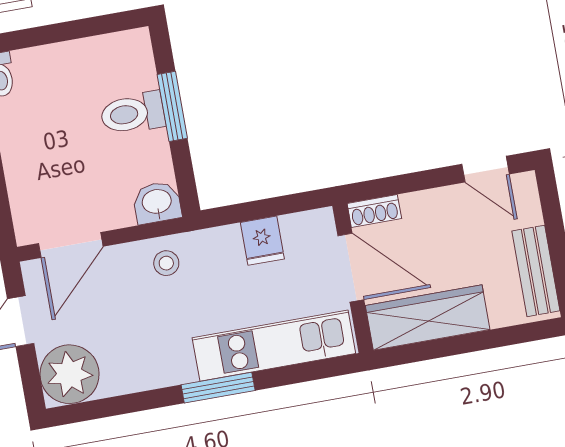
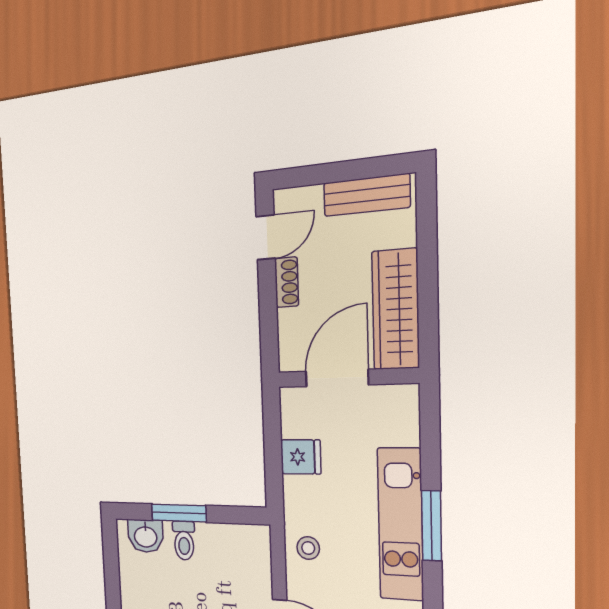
toilet: (133, 113) -> (184, 541), width x0.73, depth x0.72
washbasin: (157, 203) -> (146, 536), moved, turned -90
shoe rack: (374, 211) -> (287, 282), moved
kitchen unit: (274, 346) -> (400, 524), moved

